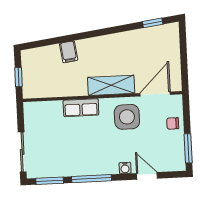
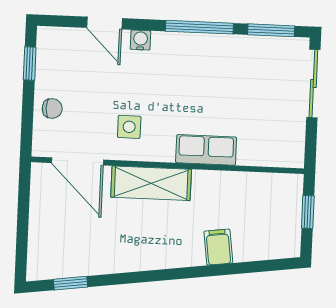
door: (155, 94) -> (77, 161), hinge flipped
side table: (127, 117) -> (129, 127), width x0.54, depth x0.54
window: (188, 148) -> (30, 64), width x0.67

